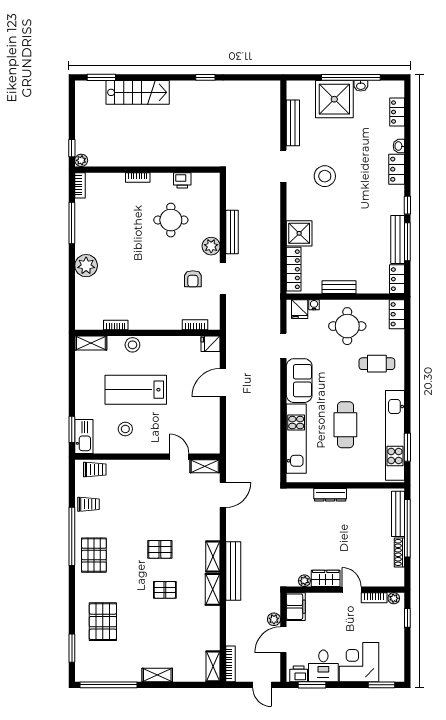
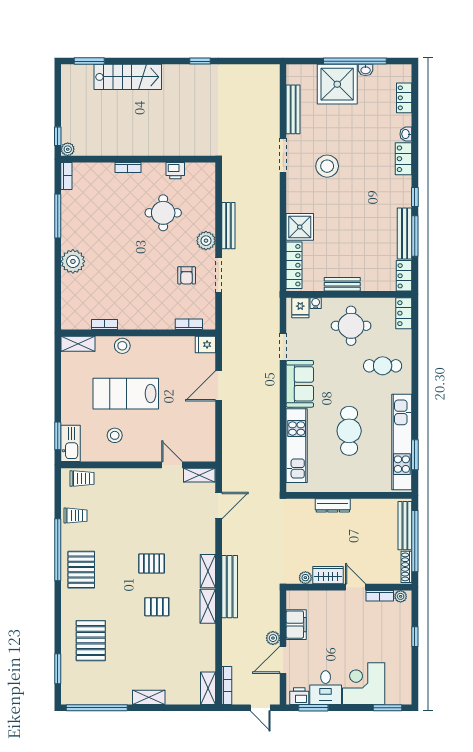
wardrobe: (326, 578) -> (328, 575), moved
plant: (304, 581) -> (305, 578), moved
wall: (345, 590) -> (349, 587), moved
door: (352, 590) -> (356, 587), moved
bookcase: (374, 598) -> (380, 596), moved
plant: (394, 598) -> (401, 596), moved

